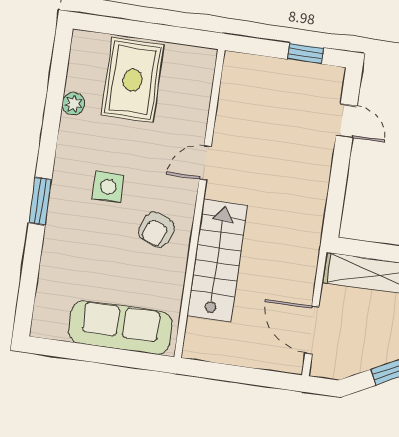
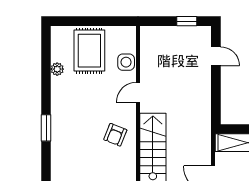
side table: (108, 187) -> (126, 62), moved

